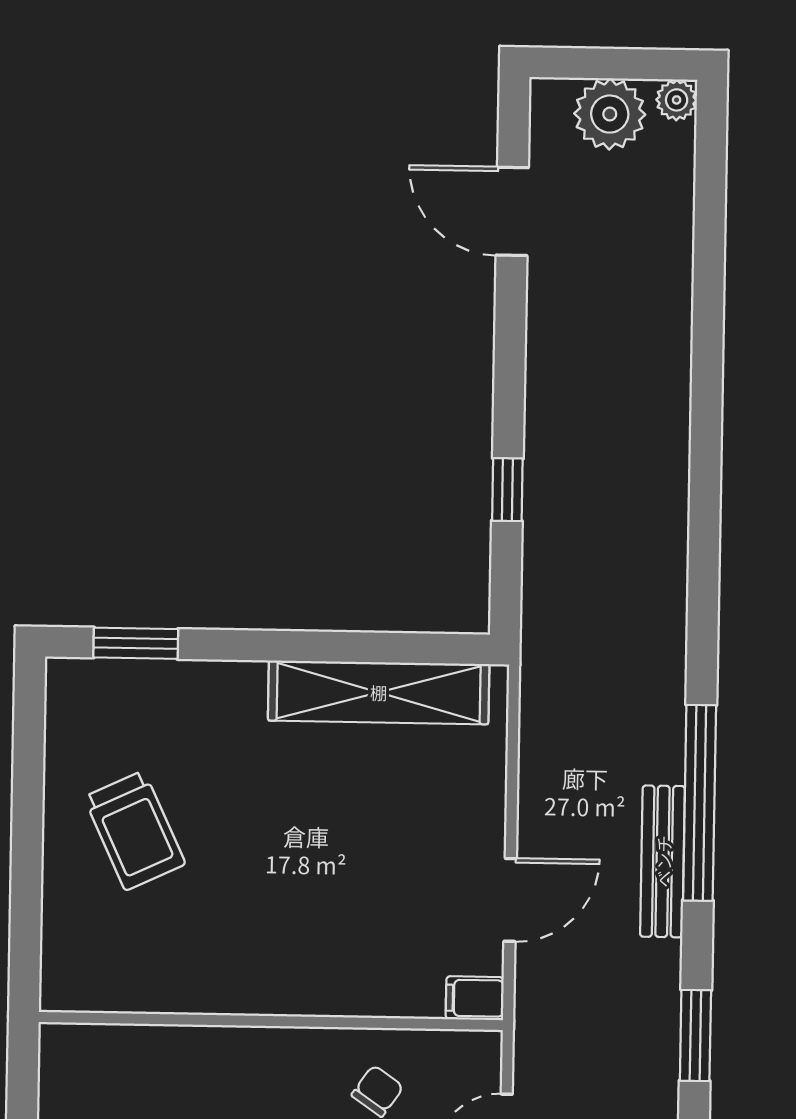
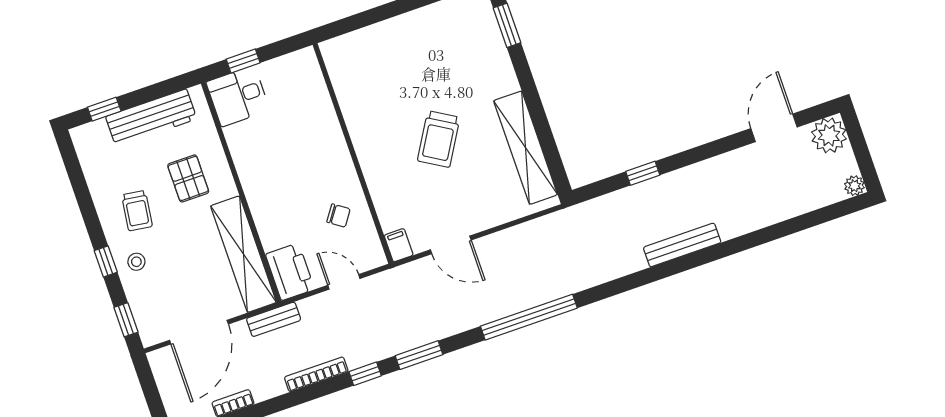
plant: (610, 114) -> (829, 135), moved
trolley: (135, 831) -> (439, 139), moved, turned -34
bench: (663, 861) -> (682, 245), moved

